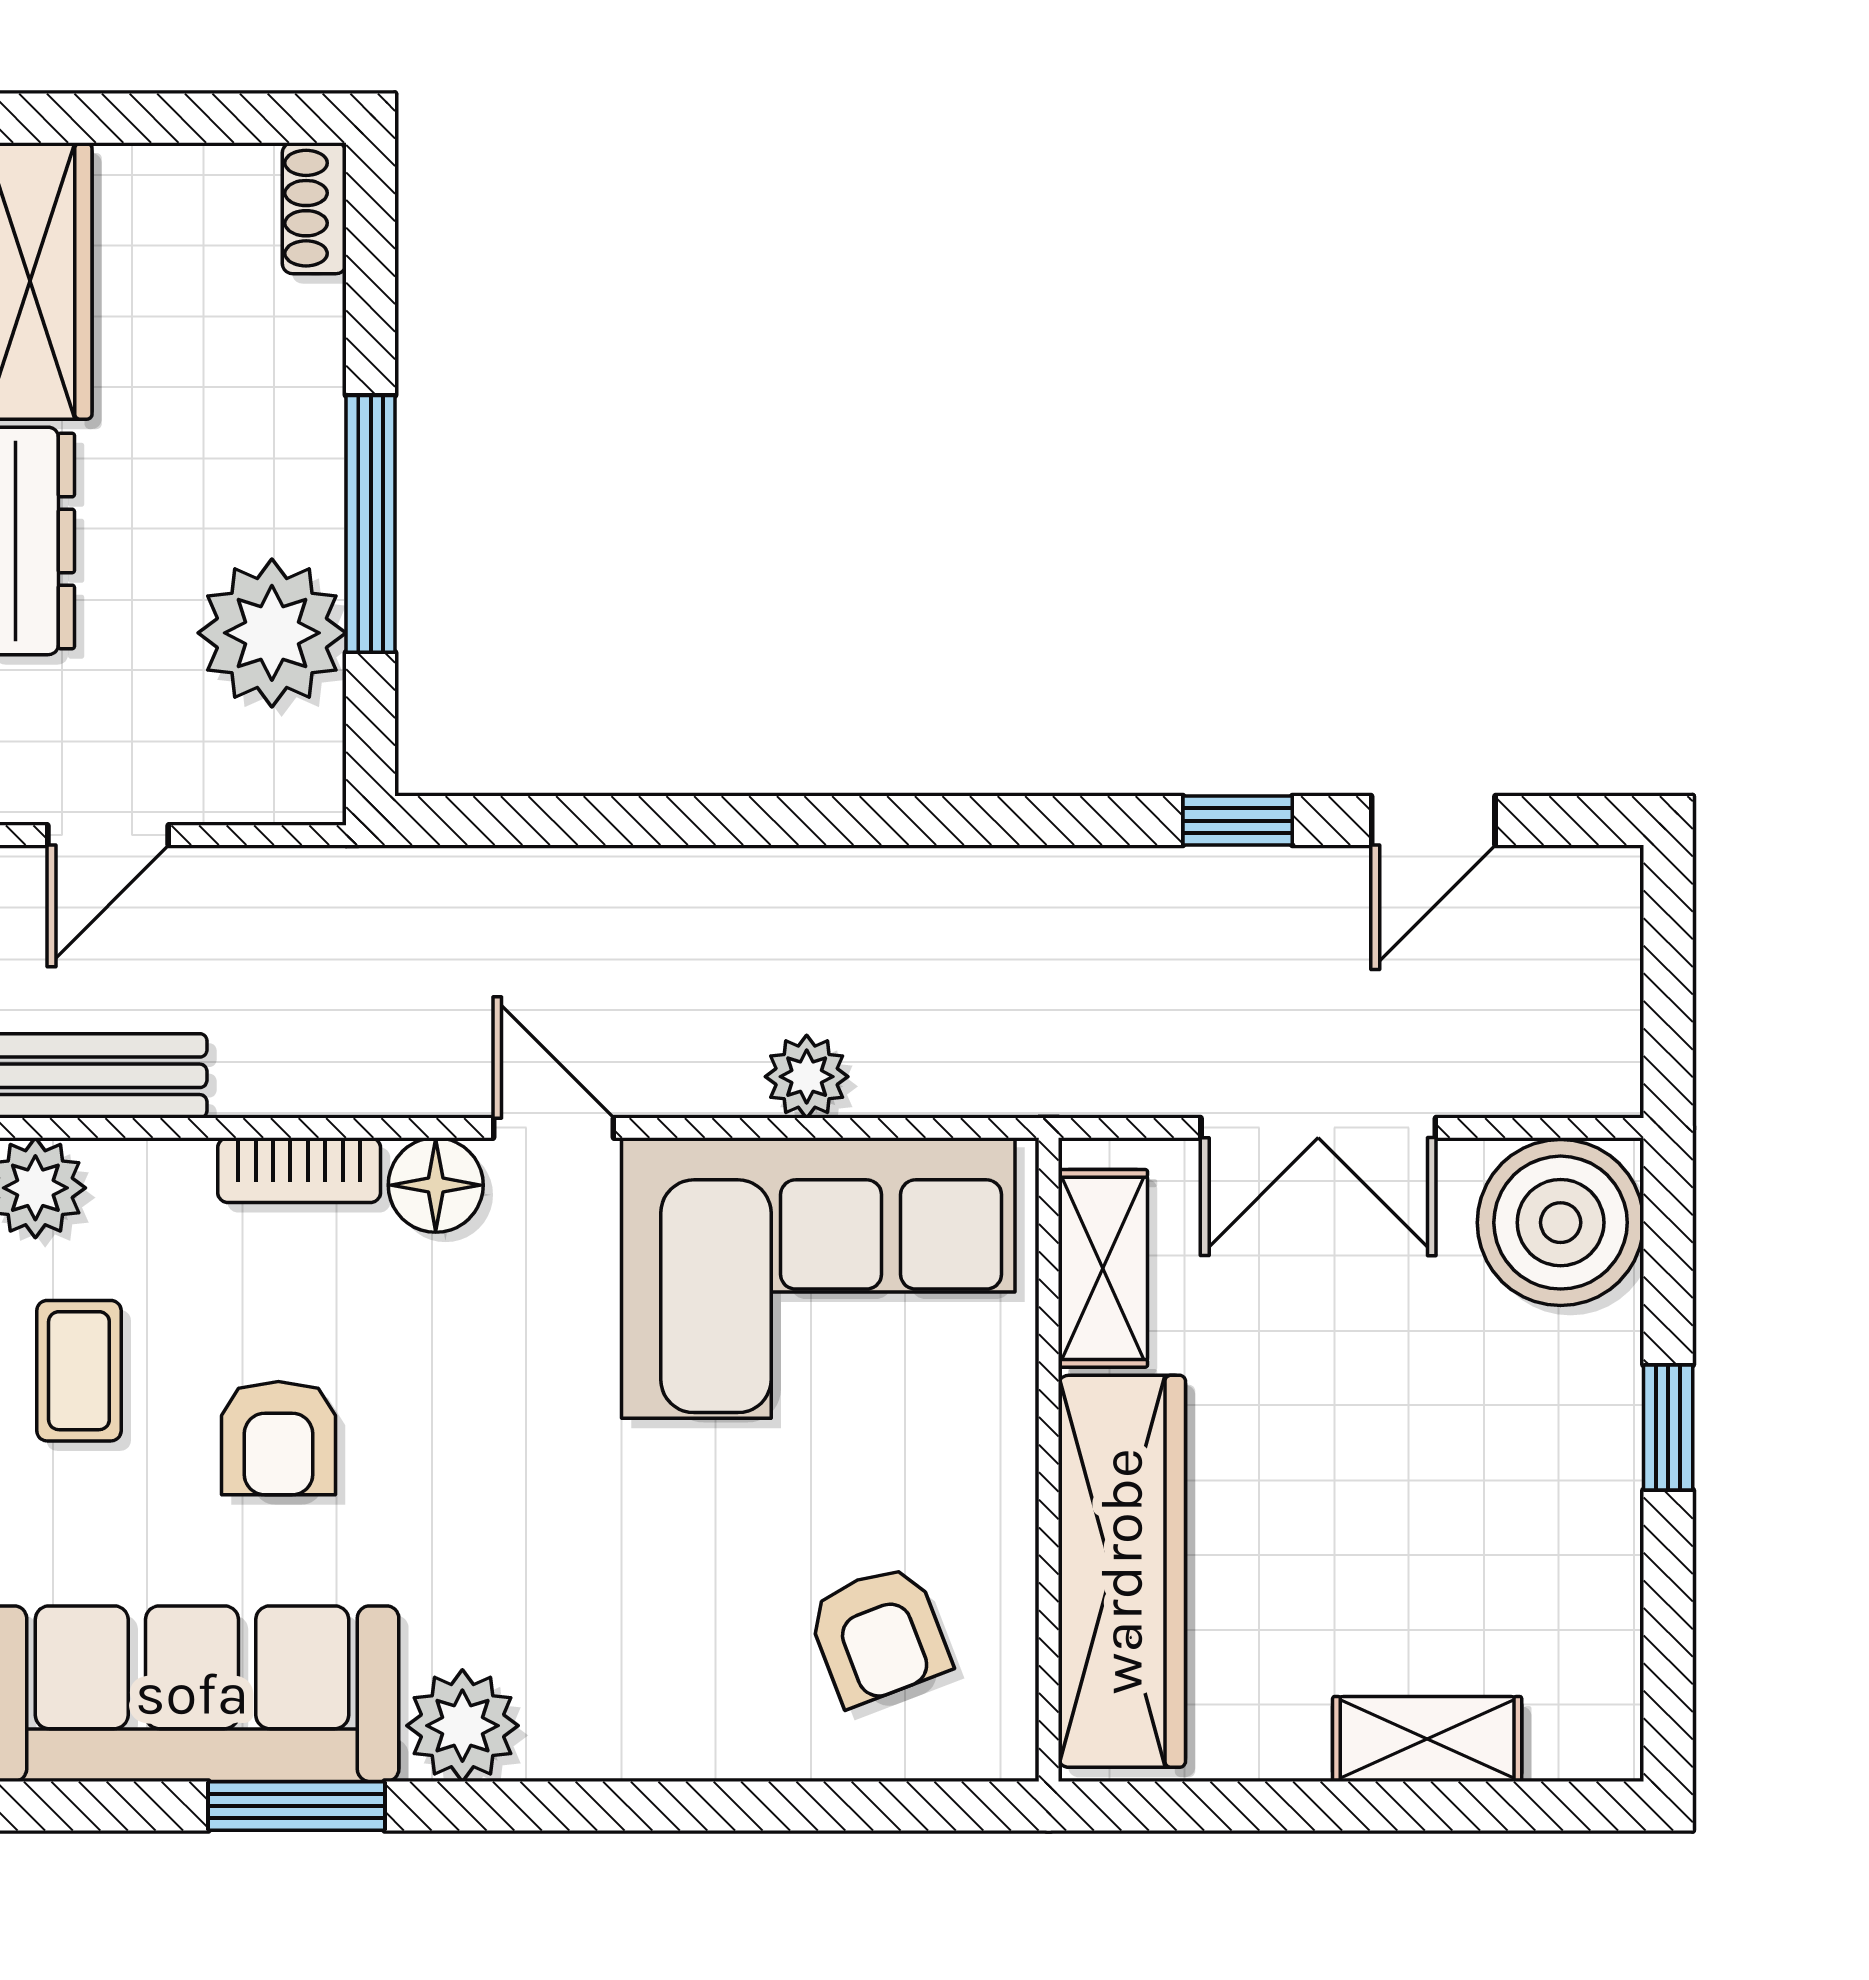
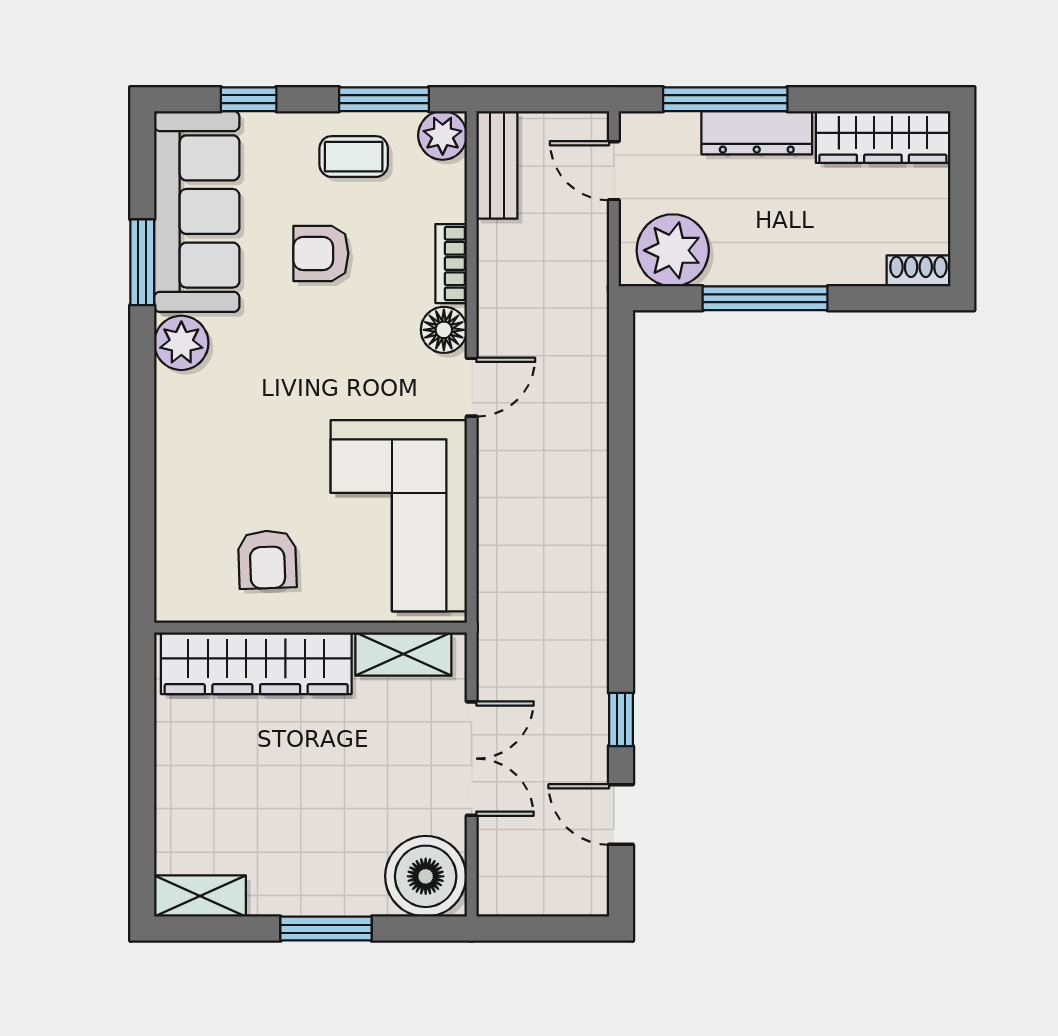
plant: (272, 633) -> (673, 250), moved
plant: (807, 1077) -> (497, 510), removed
double door: (1318, 1128) -> (472, 759), swing flipped
window: (1668, 1428) -> (326, 929), width x1.50
armchair: (879, 1635) -> (267, 560), moved, turned -71
shelving: (1427, 1739) -> (200, 896), moved, turned 90

